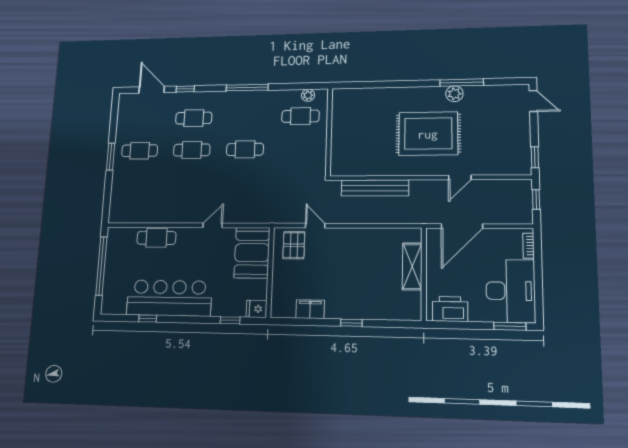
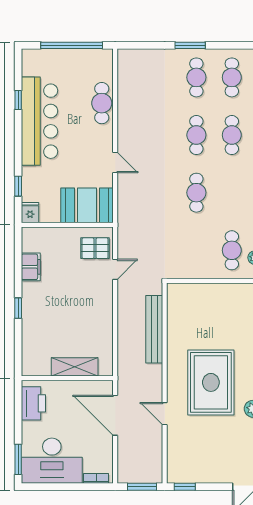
cafe table: (142, 119) -> (232, 77), added
window: (536, 199) -> (142, 487), width x1.50

